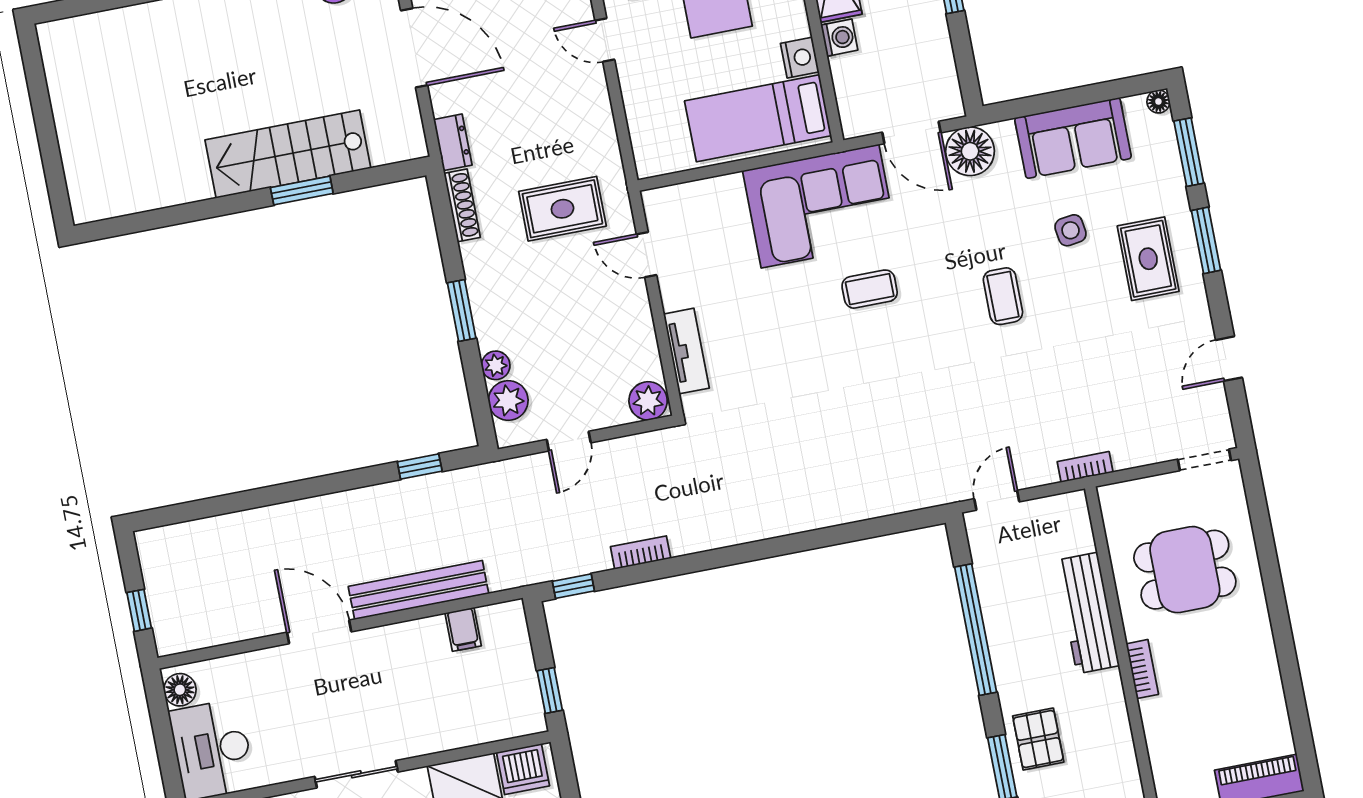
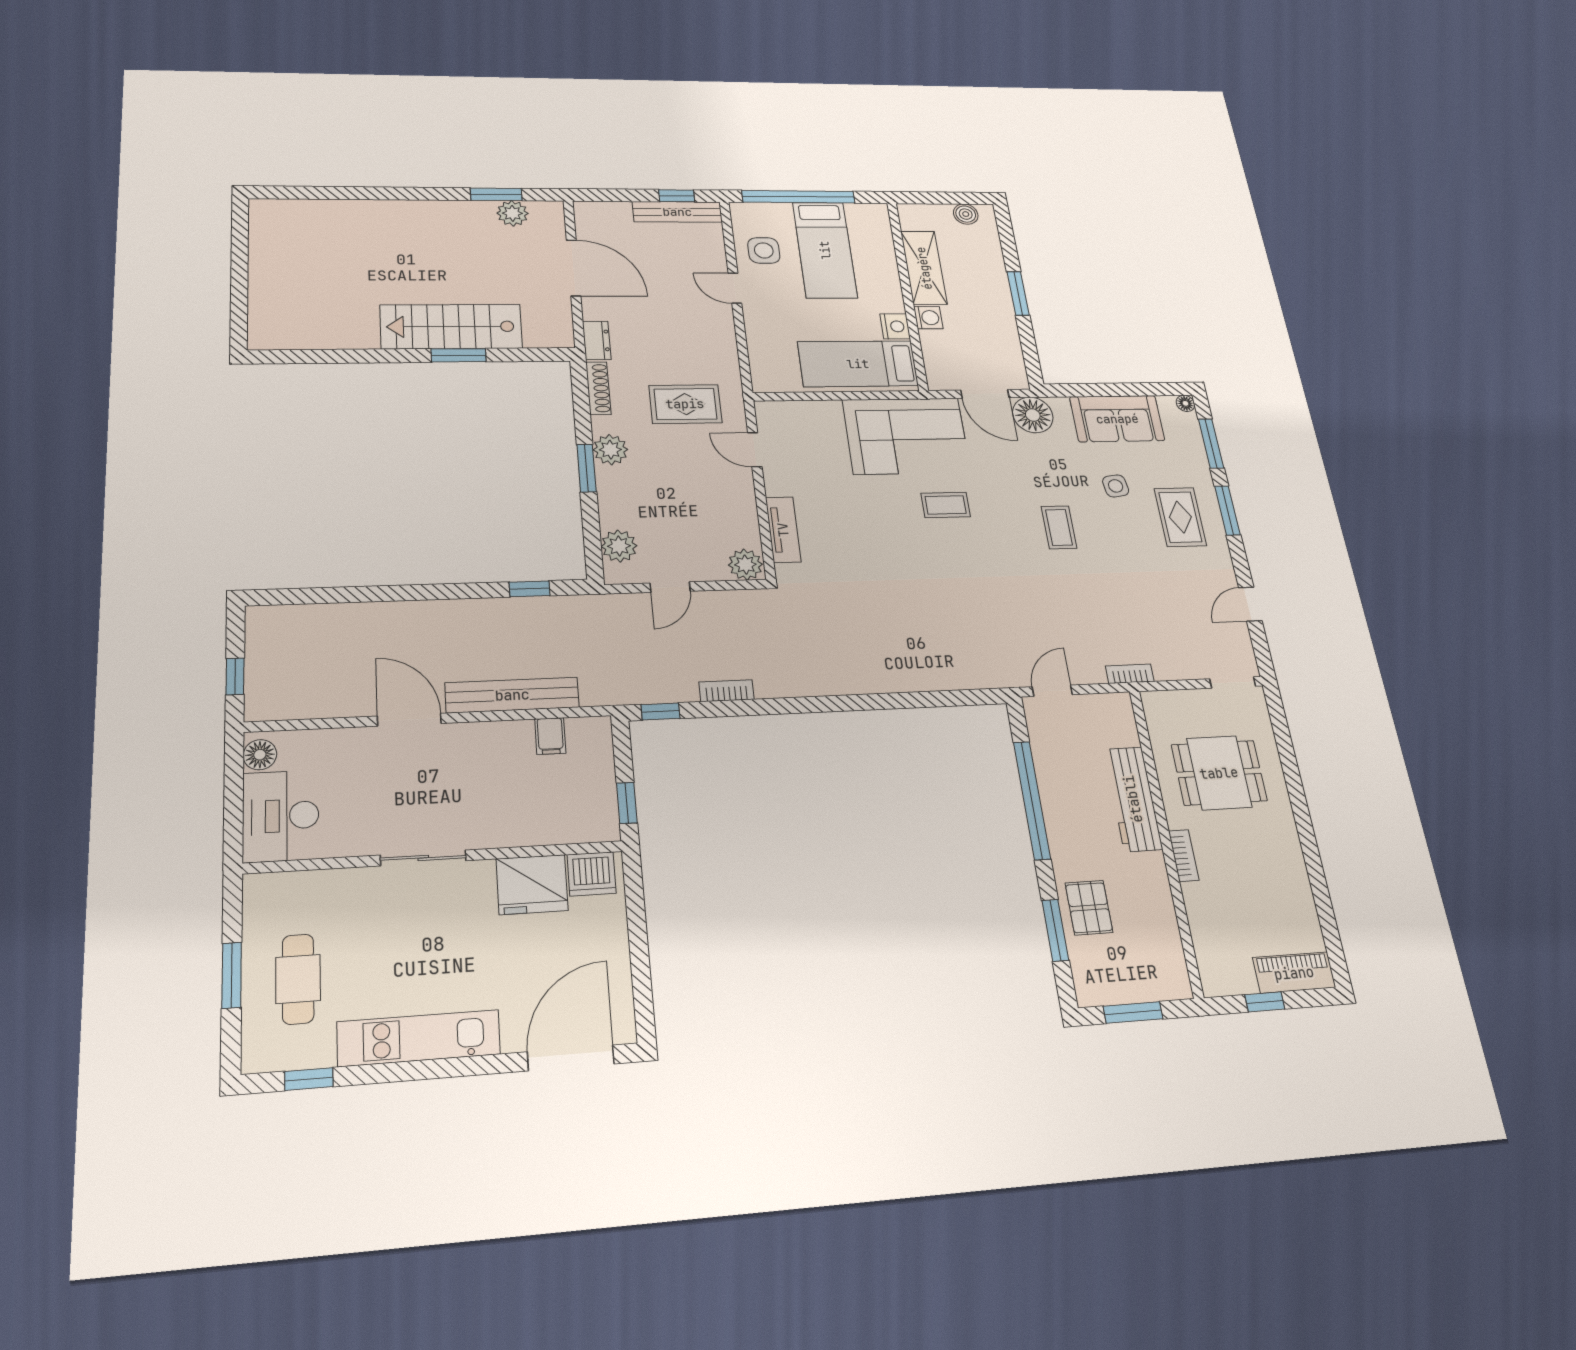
plant: (496, 365) -> (610, 450), moved, width x1.38, depth x1.38

